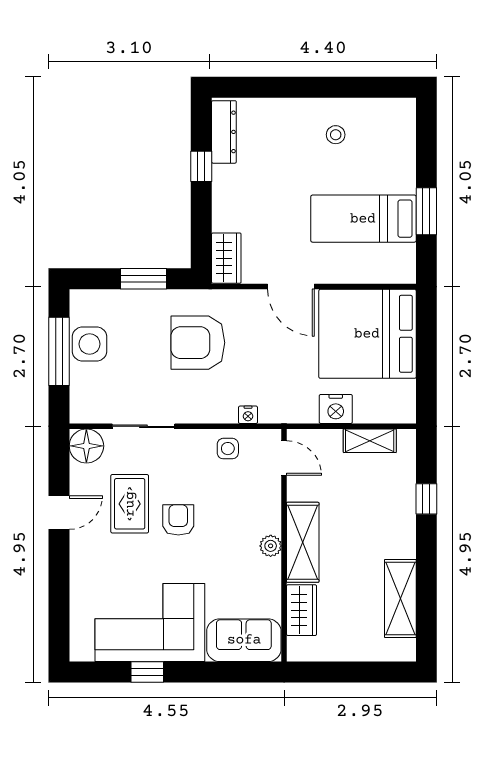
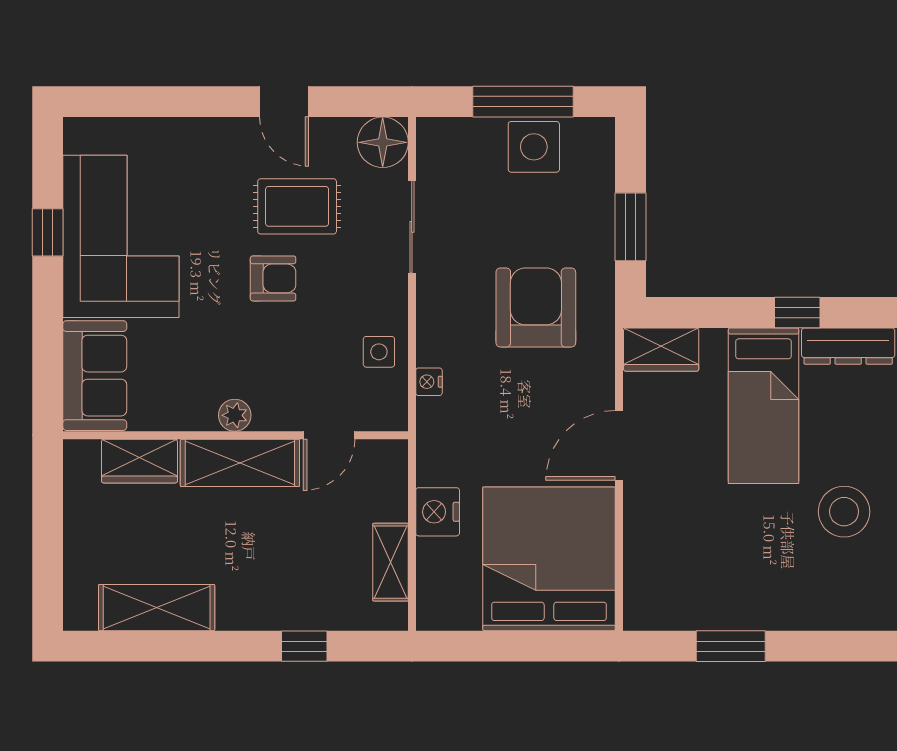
stool: (336, 135) -> (844, 512), width x1.89, depth x1.89
bed: (363, 219) -> (764, 406), moved, turned 180
door: (284, 458) -> (329, 435), moved

